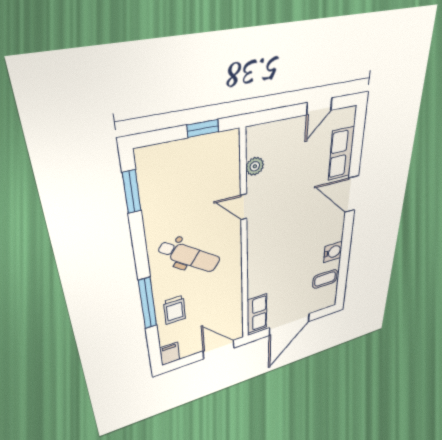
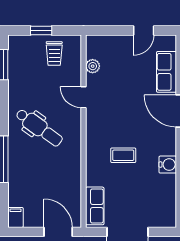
window: (203, 128) -> (41, 31), moved
coffee table: (325, 279) -> (123, 155), moved
trolley: (175, 310) -> (54, 54), moved

